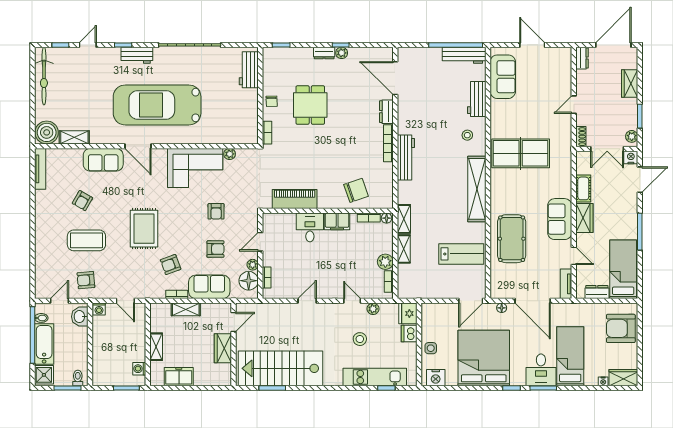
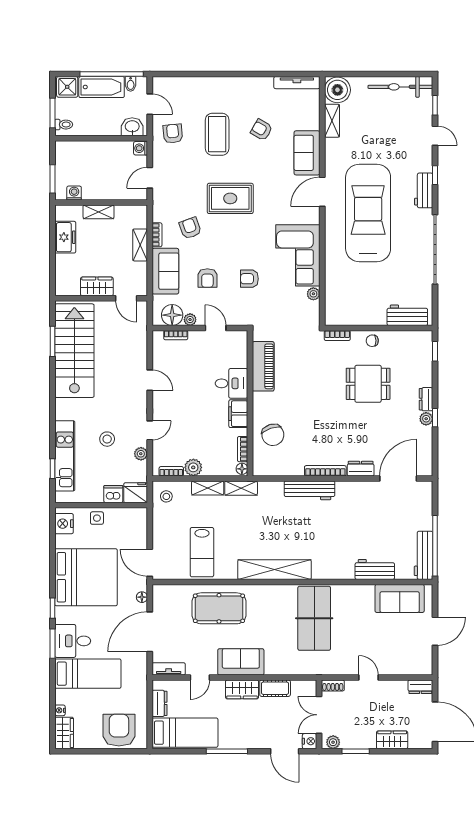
stool: (467, 135) -> (166, 496), moved

